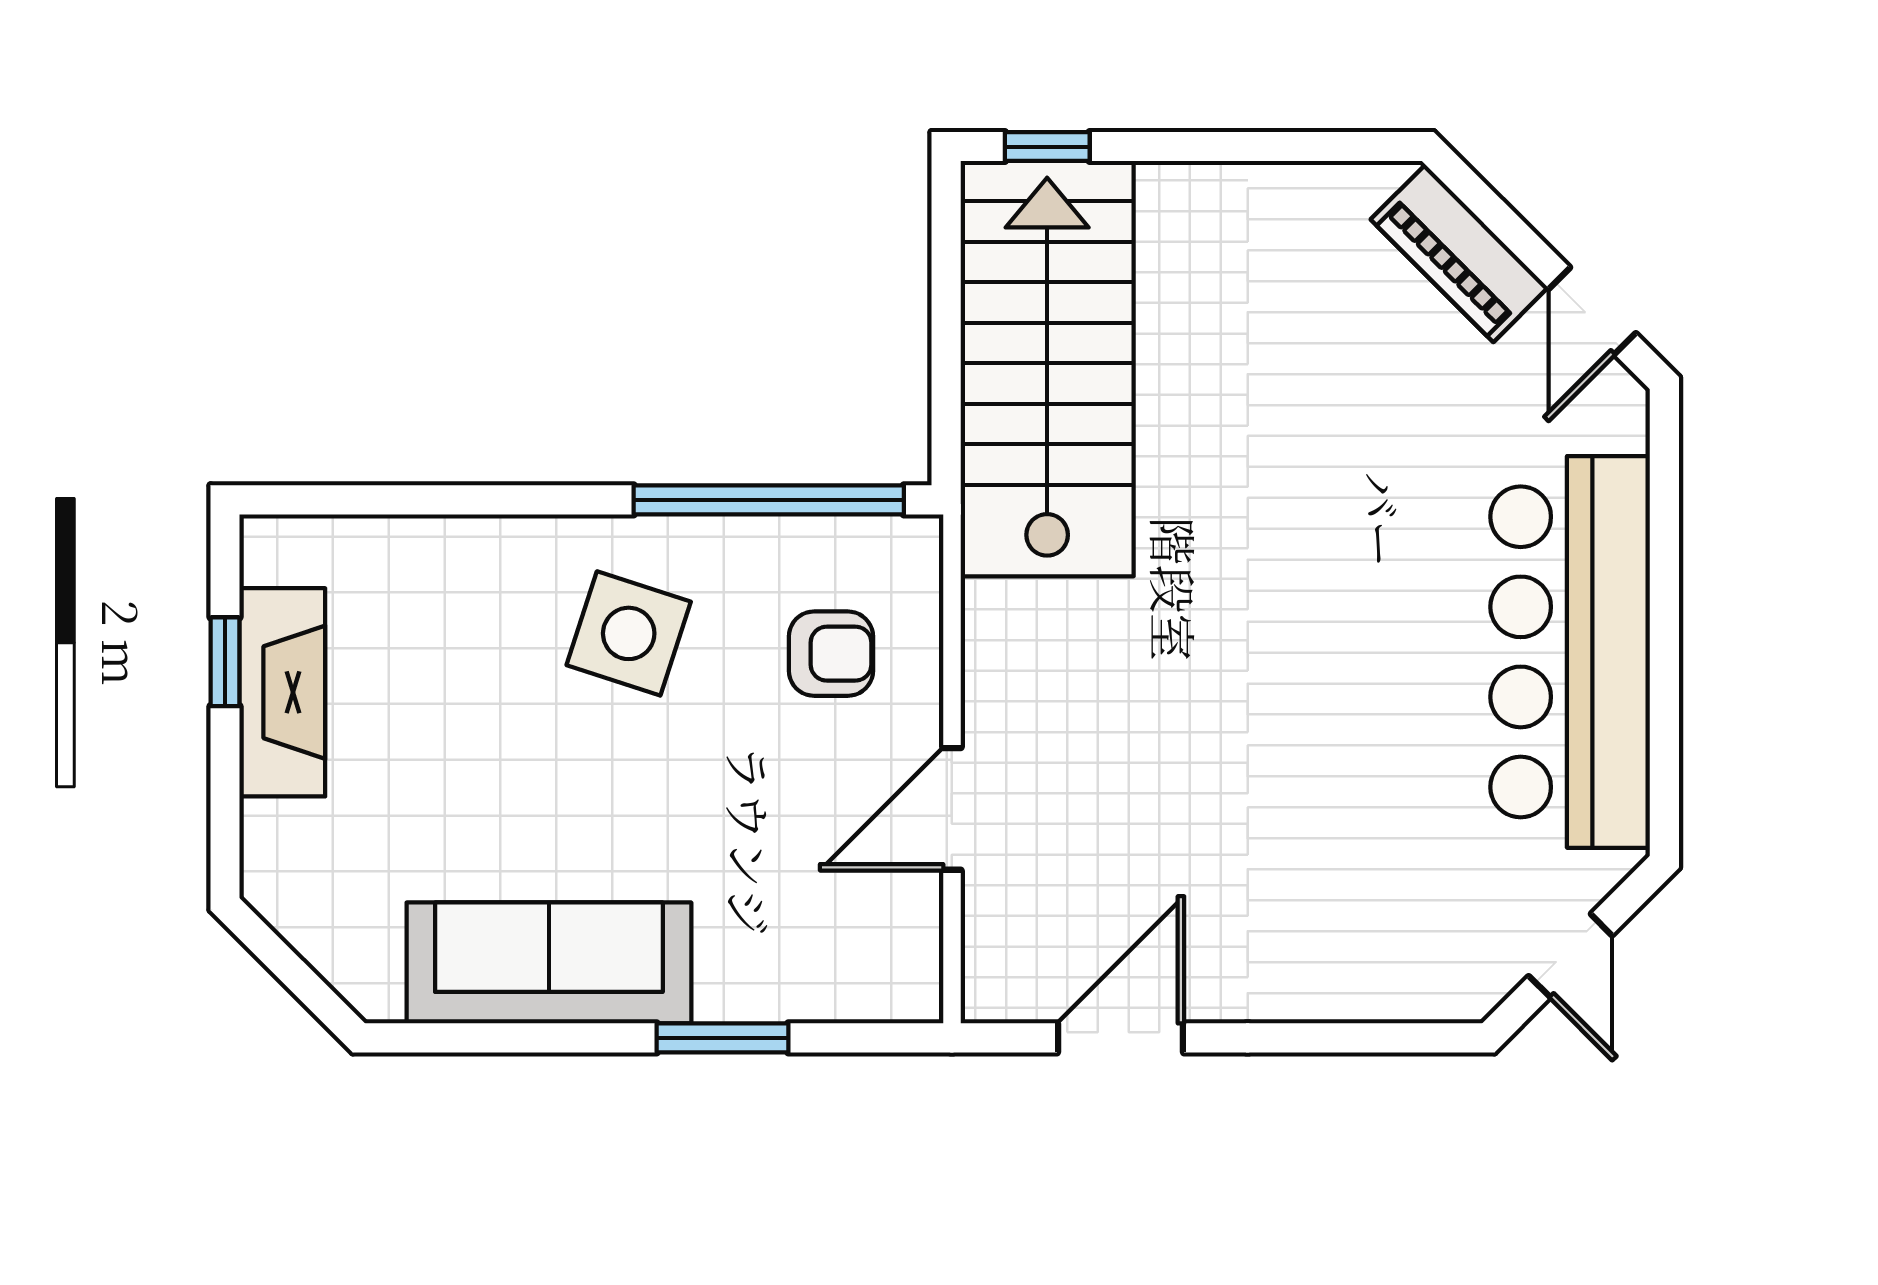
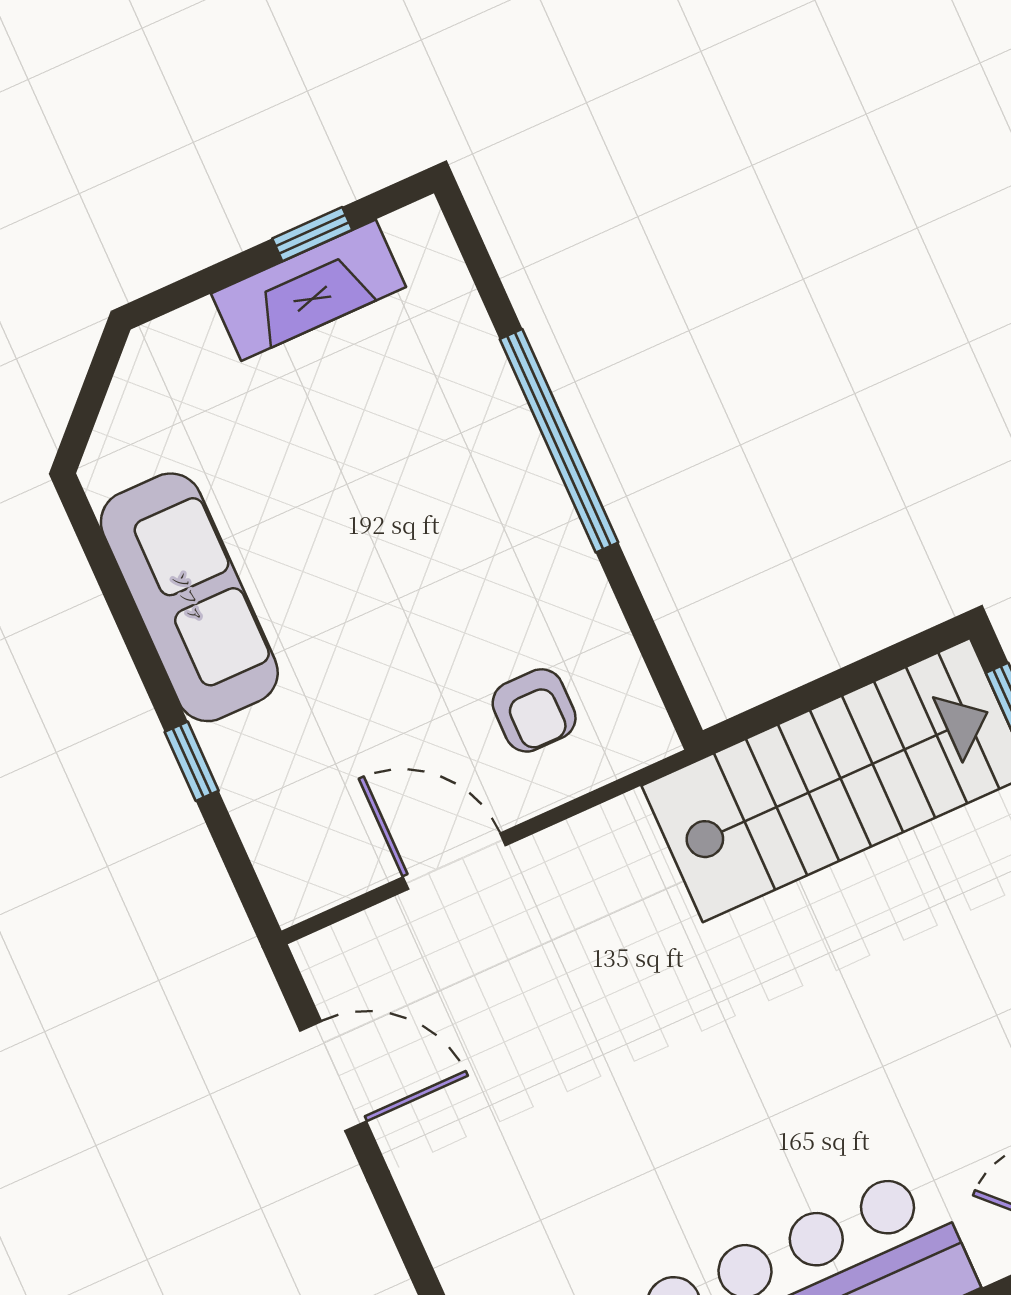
window: (769, 500) -> (559, 441), moved
side table: (629, 633) -> (478, 543), removed
window: (723, 1038) -> (192, 761), width x0.67

